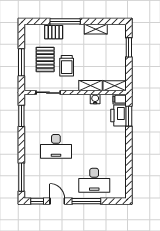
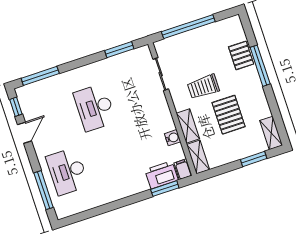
shelving: (96, 29) -> (271, 133), moved
pallet: (45, 59) -> (229, 115), moved, turned 90
window: (21, 62) -> (188, 27), width x1.46
window: (86, 201) -> (44, 190), moved

